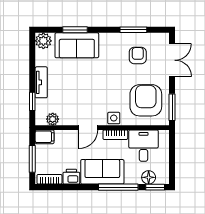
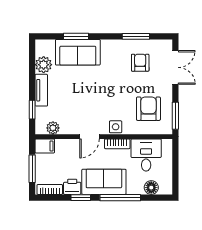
plant: (43, 41) -> (44, 65), moved
armchair: (146, 100) -> (148, 109), width x0.73, depth x0.73
window: (155, 187) -> (81, 198), moved

